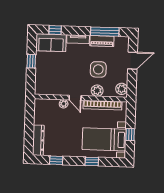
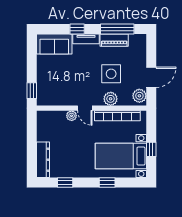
window: (55, 30) -> (77, 29), moved
window: (31, 61) -> (32, 91), moved
door: (133, 61) -> (151, 77), moved

